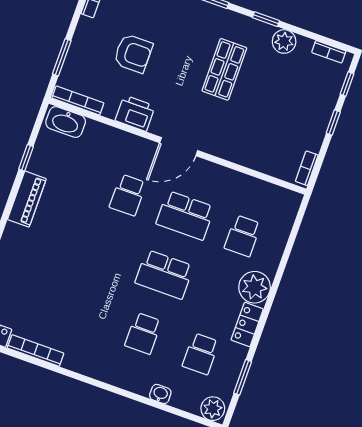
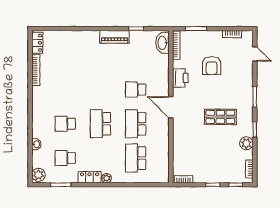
school desk: (243, 236) -> (136, 158), width x1.85
plant: (255, 287) -> (107, 178), width x0.53, depth x0.53

